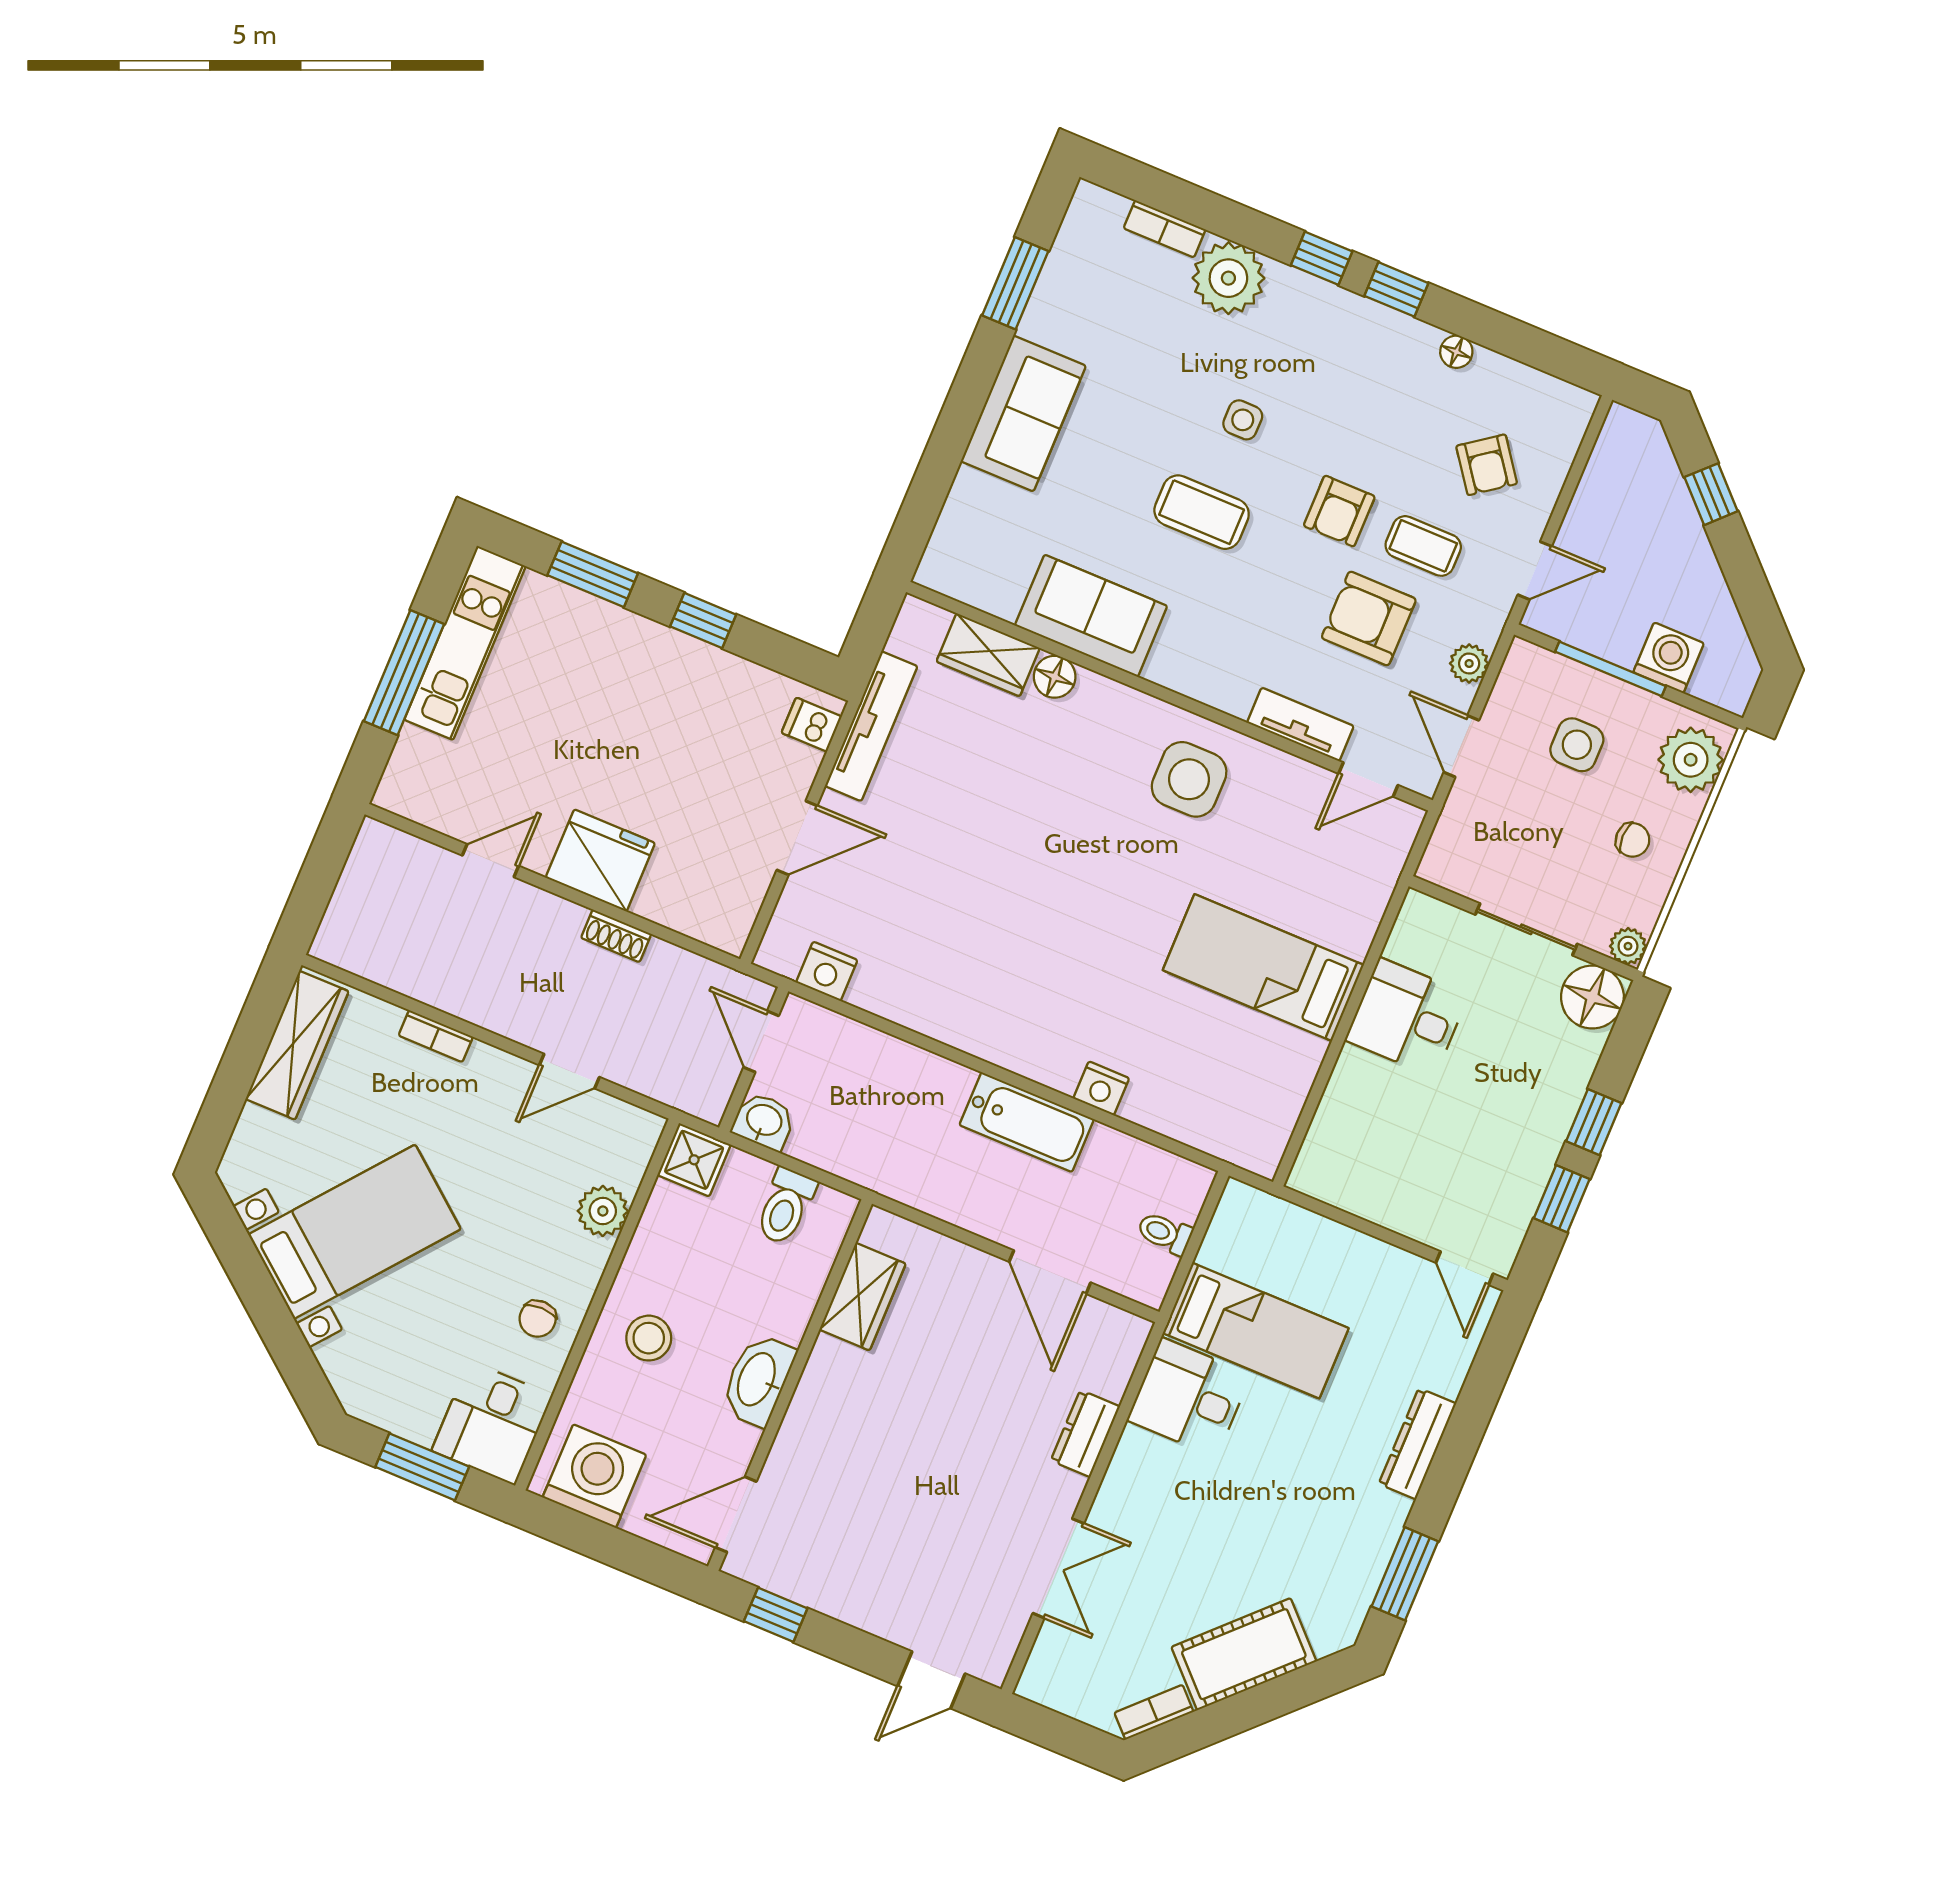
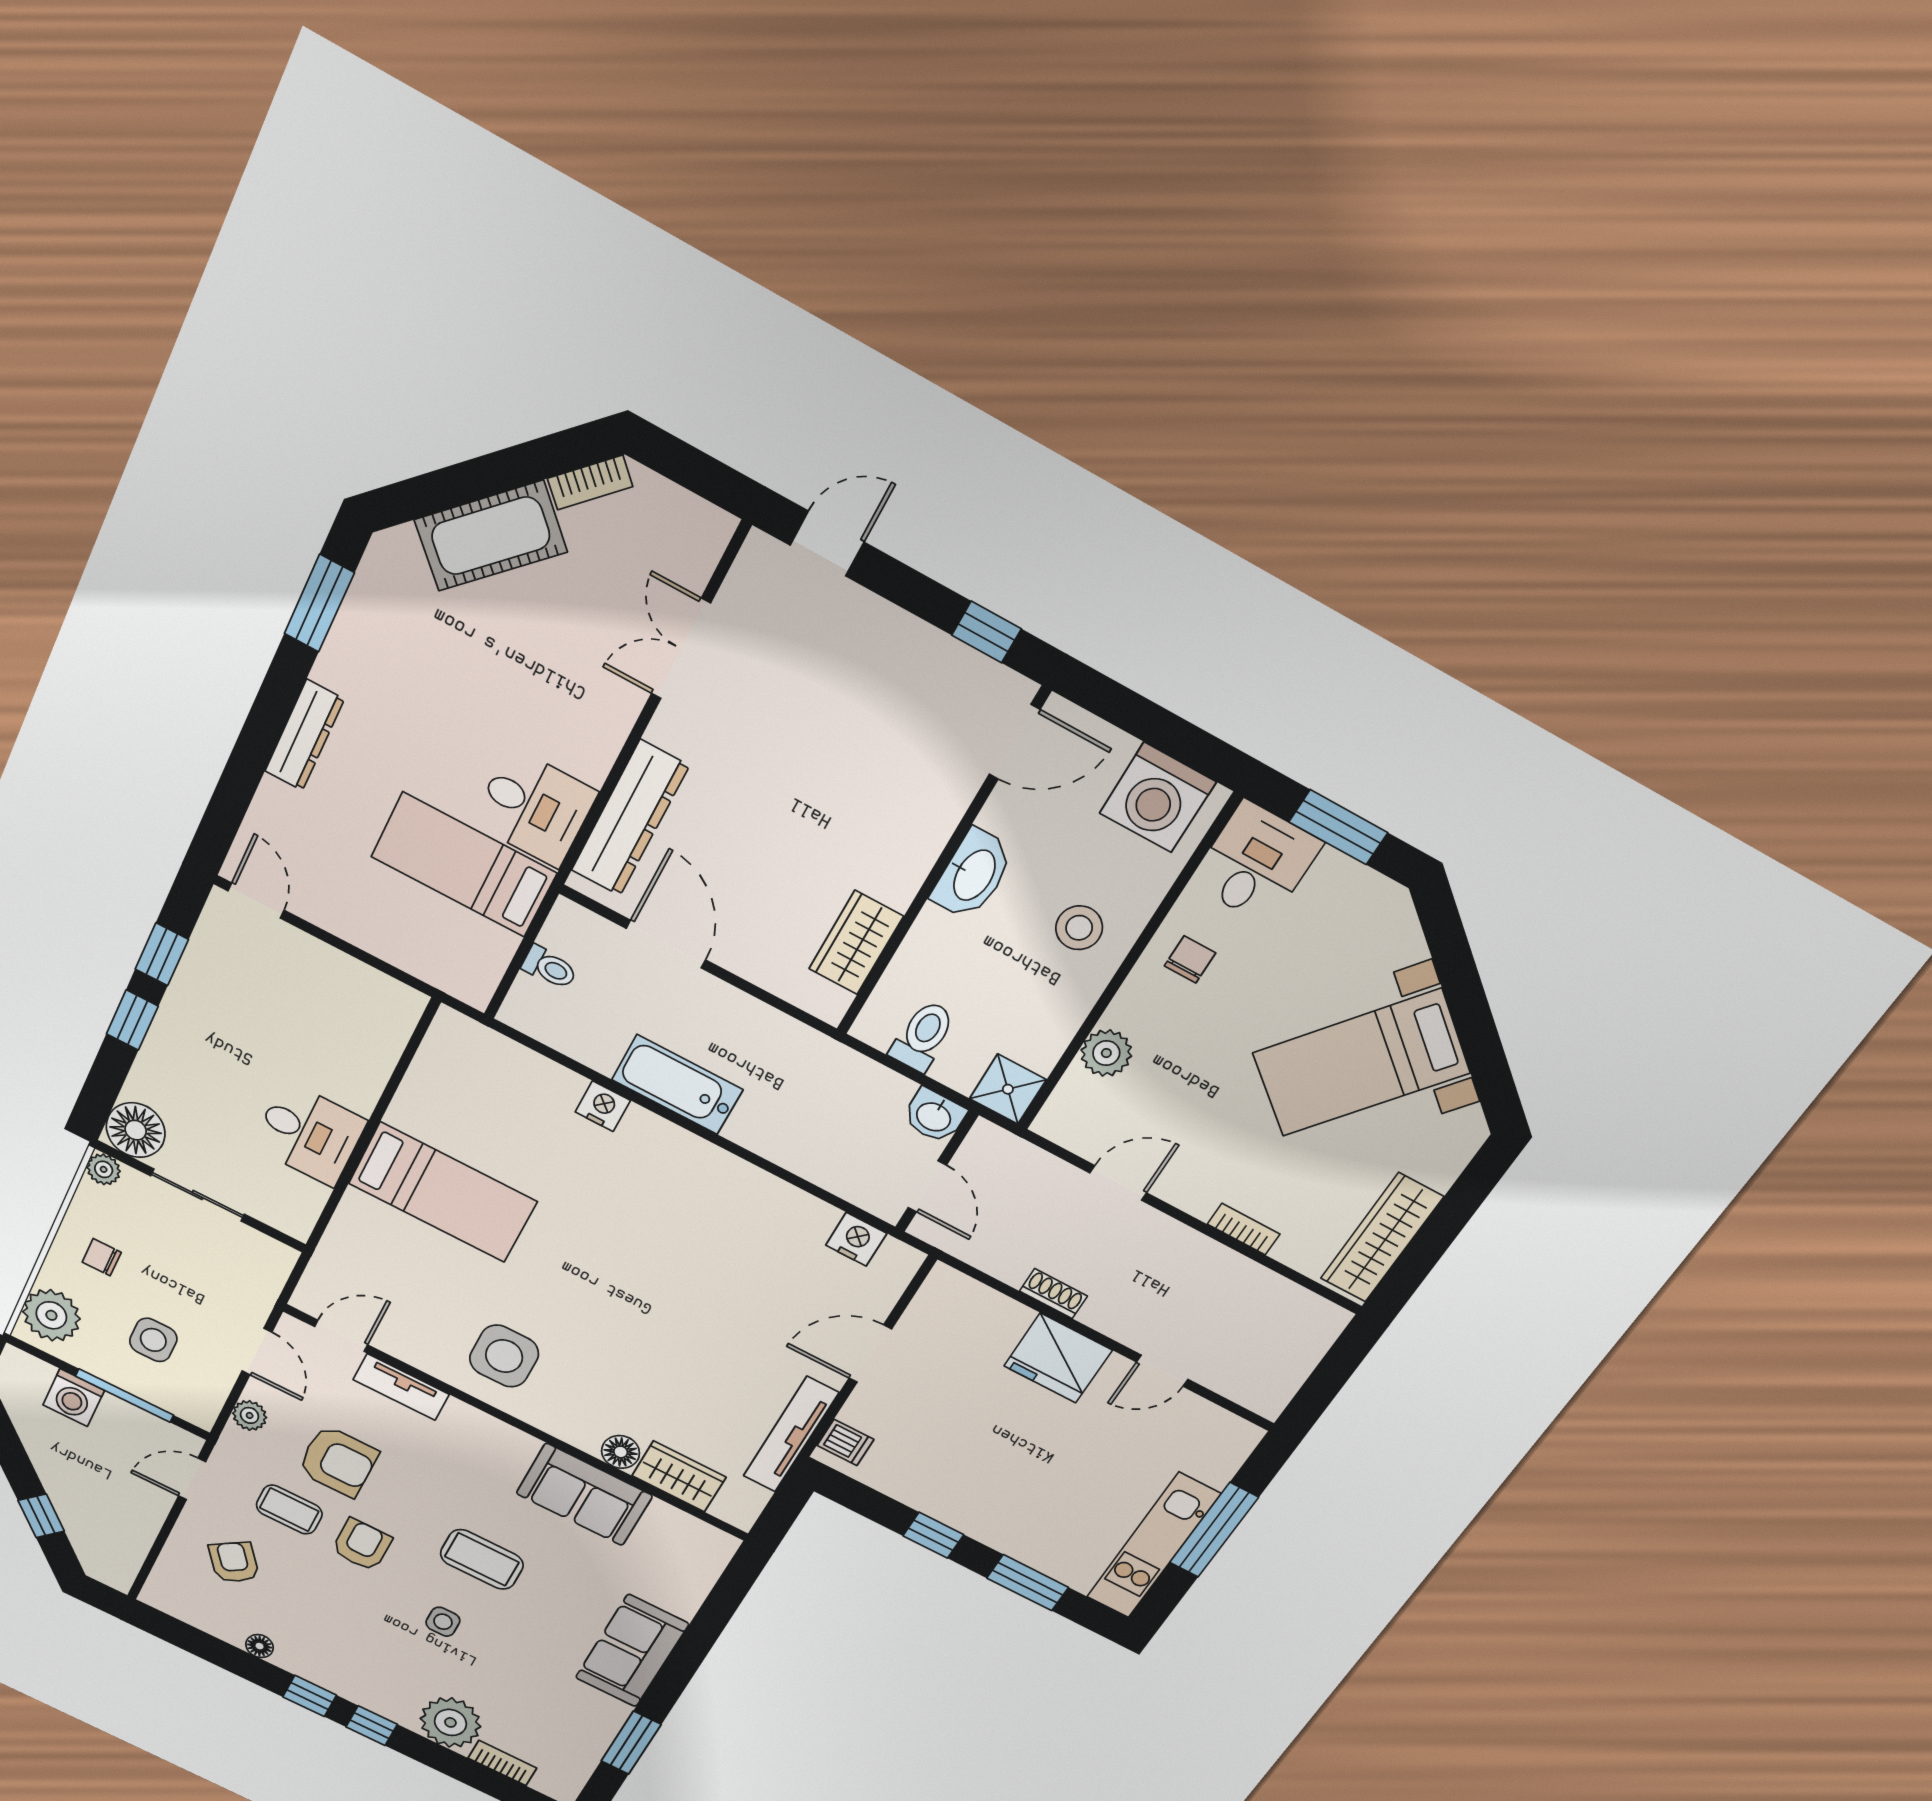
dresser: (1085, 1434) -> (630, 818), width x1.96, depth x1.24

